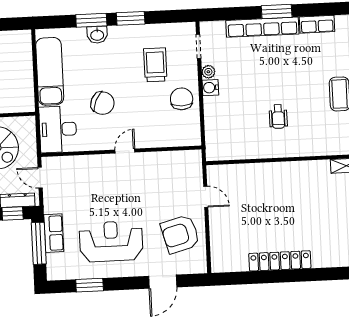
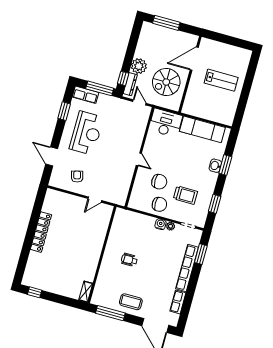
window: (277, 12) -> (201, 254), moved
window: (131, 18) -> (215, 204), moved
chair: (103, 103) -> (159, 182), moved, turned -115
door: (40, 178) -> (139, 102), hinge flipped
row of seats: (54, 233) -> (85, 95), moved
armchair: (180, 234) -> (77, 177), width x0.53, depth x0.53

